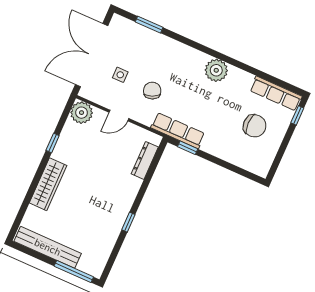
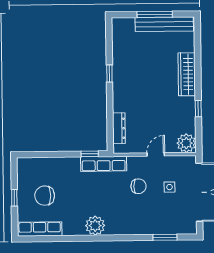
chair: (152, 91) -> (138, 186), turned -67
window: (297, 115) -> (14, 198), moved
window: (74, 271) -> (155, 14), moved

